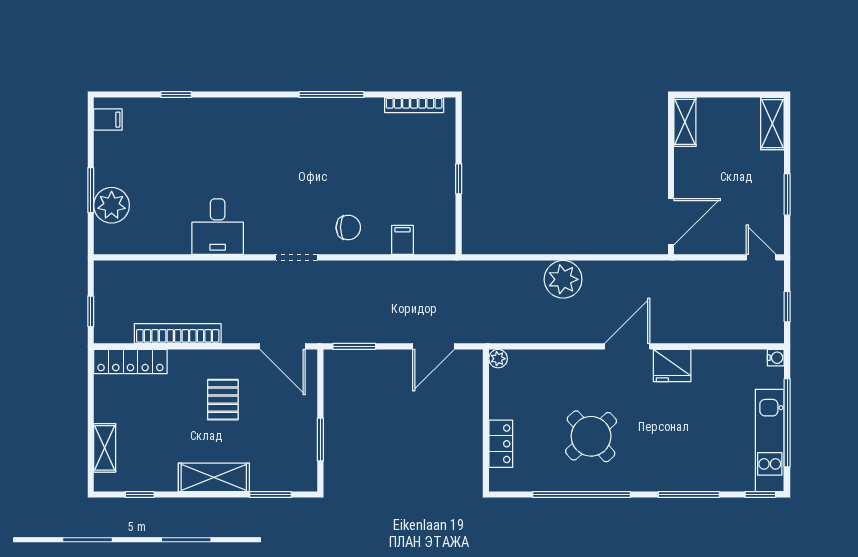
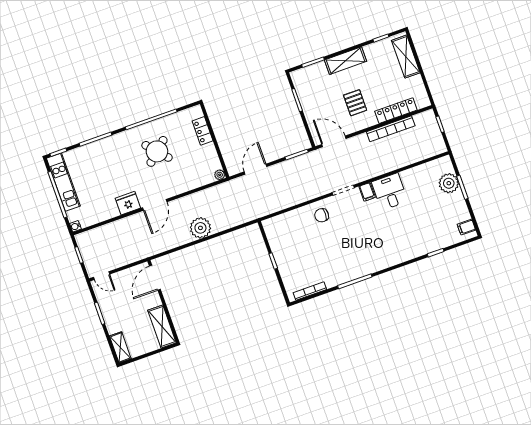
shelving: (685, 122) -> (162, 326), width x1.50, depth x1.33
filing cabinet: (402, 240) -> (367, 192), moved
locker: (130, 361) -> (396, 111), moved
shelving: (105, 448) -> (406, 57), width x1.50, depth x1.33

